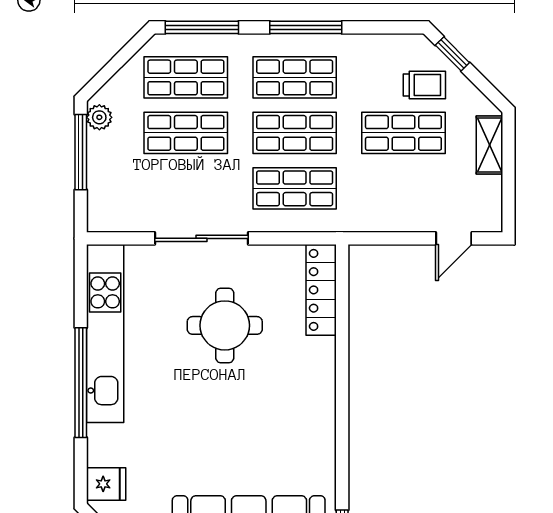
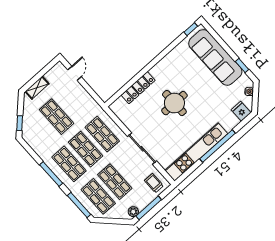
trolley: (424, 85) -> (154, 183), moved
door: (454, 238) -> (74, 73), hinge flipped
locker: (321, 290) -> (138, 88), moved
round table: (225, 325) -> (174, 103), moved

